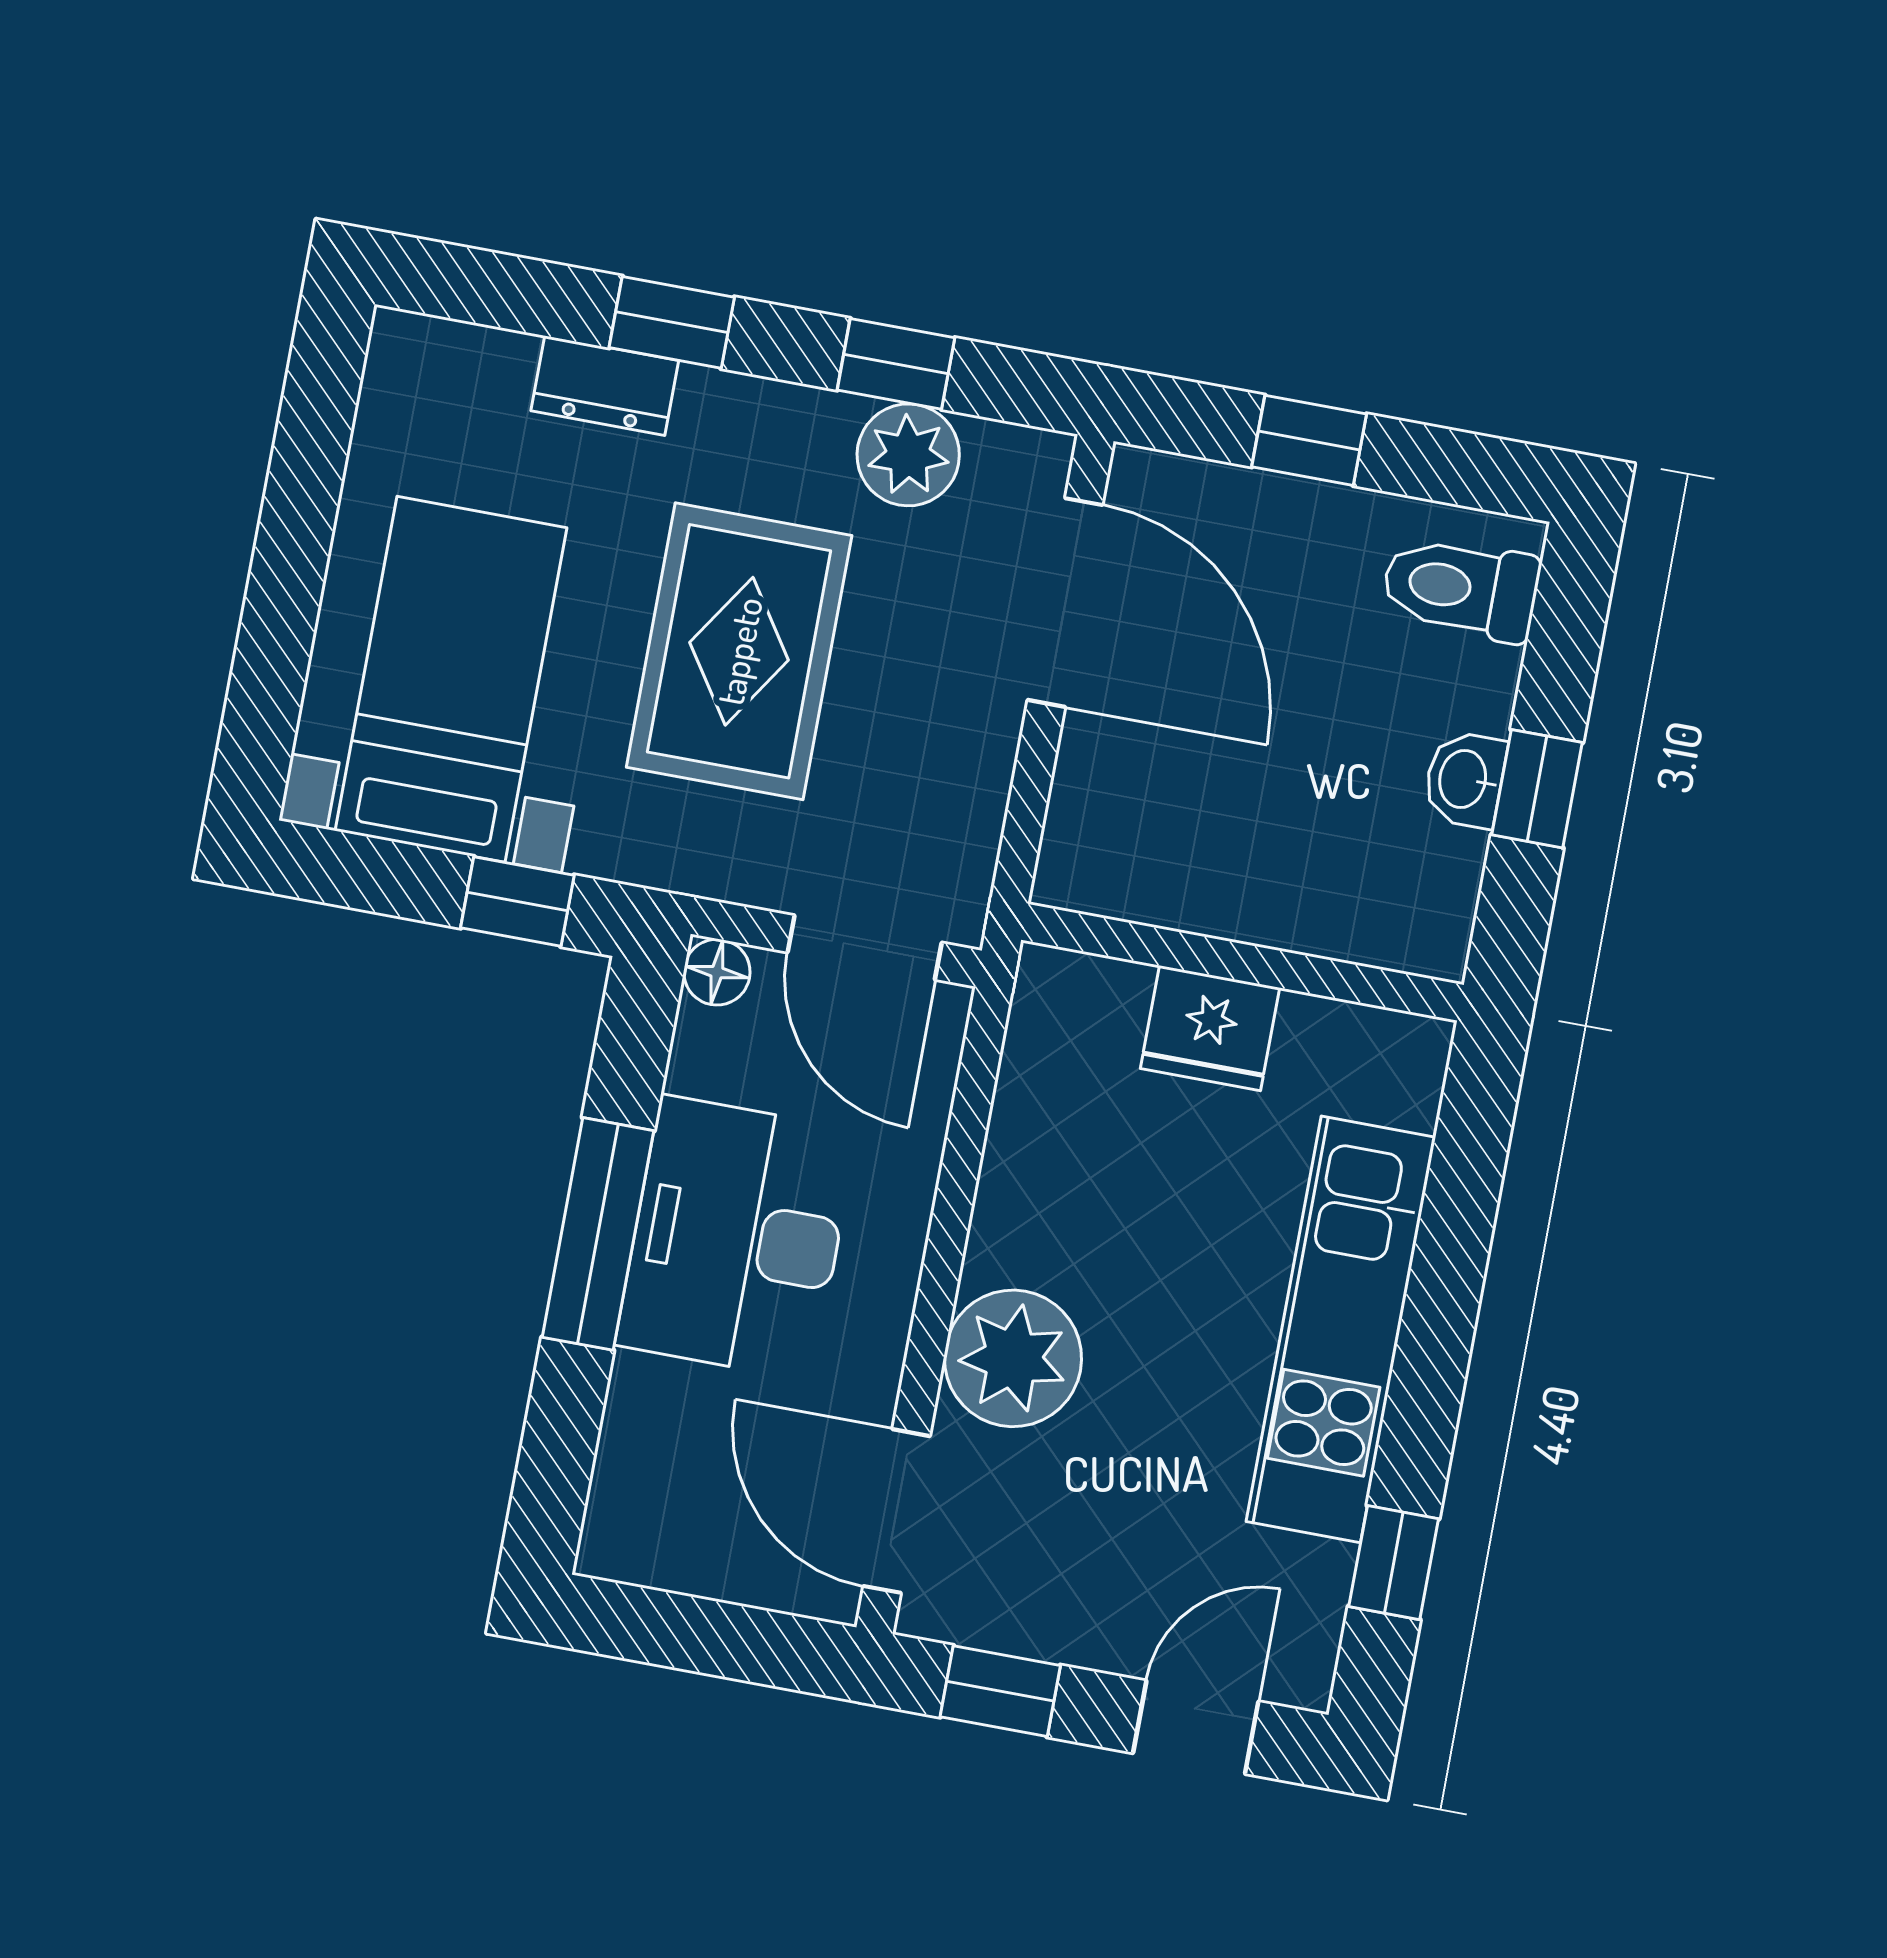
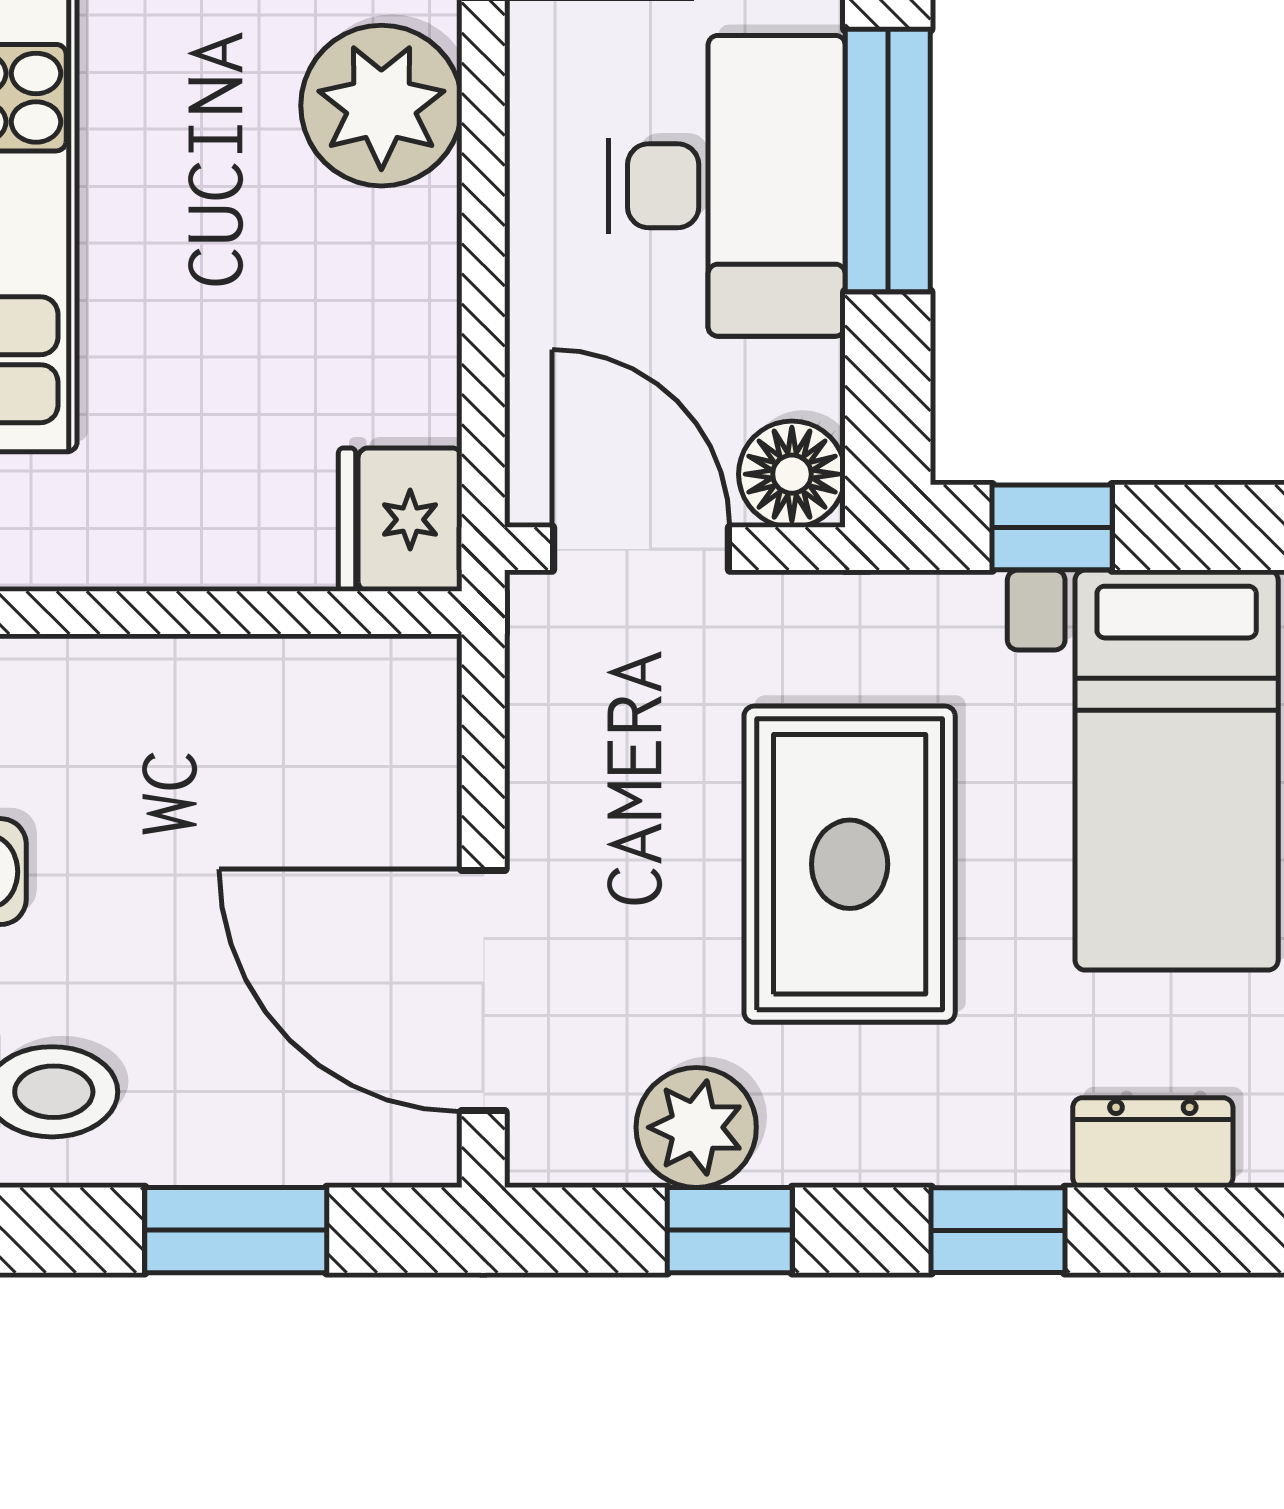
dresser: (605, 386) -> (1153, 1143), moved
window: (1309, 440) -> (236, 1230), width x1.50
floor lamp: (717, 972) -> (792, 474), width x1.37, depth x1.37
fridge: (1210, 1028) -> (400, 520), moved, turned -90

